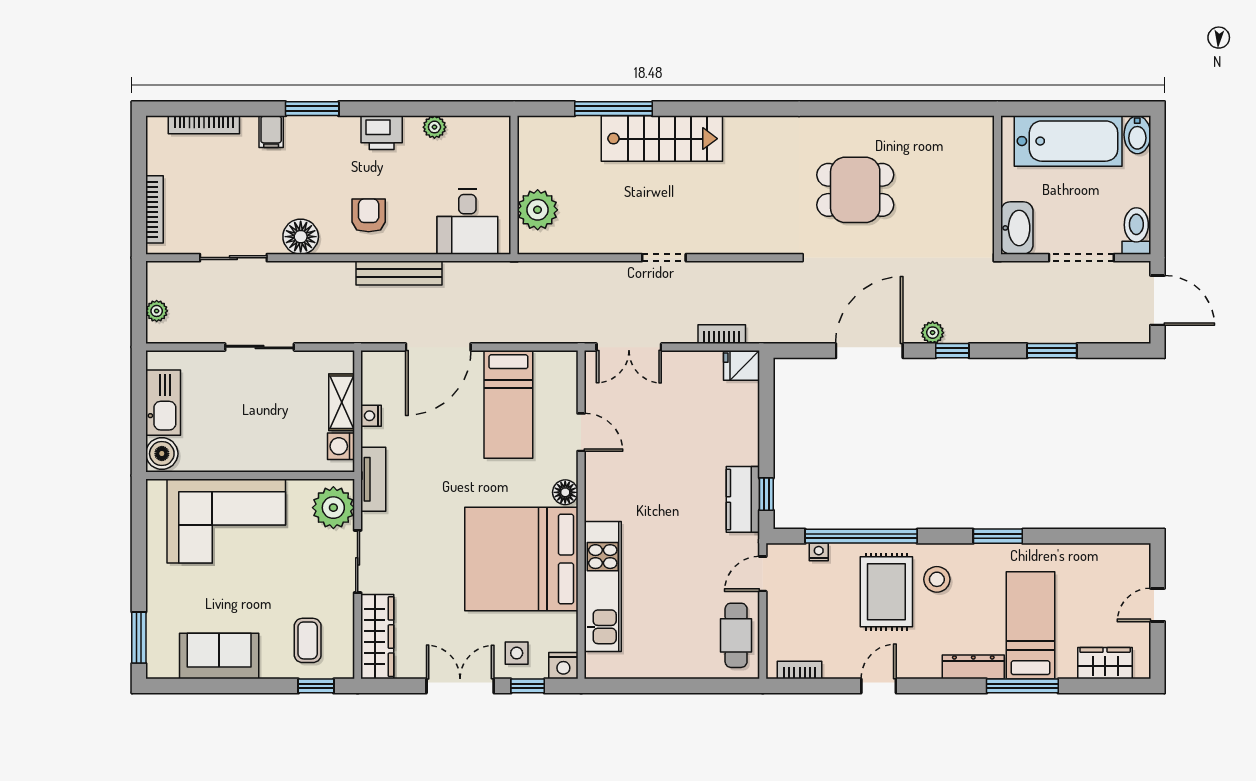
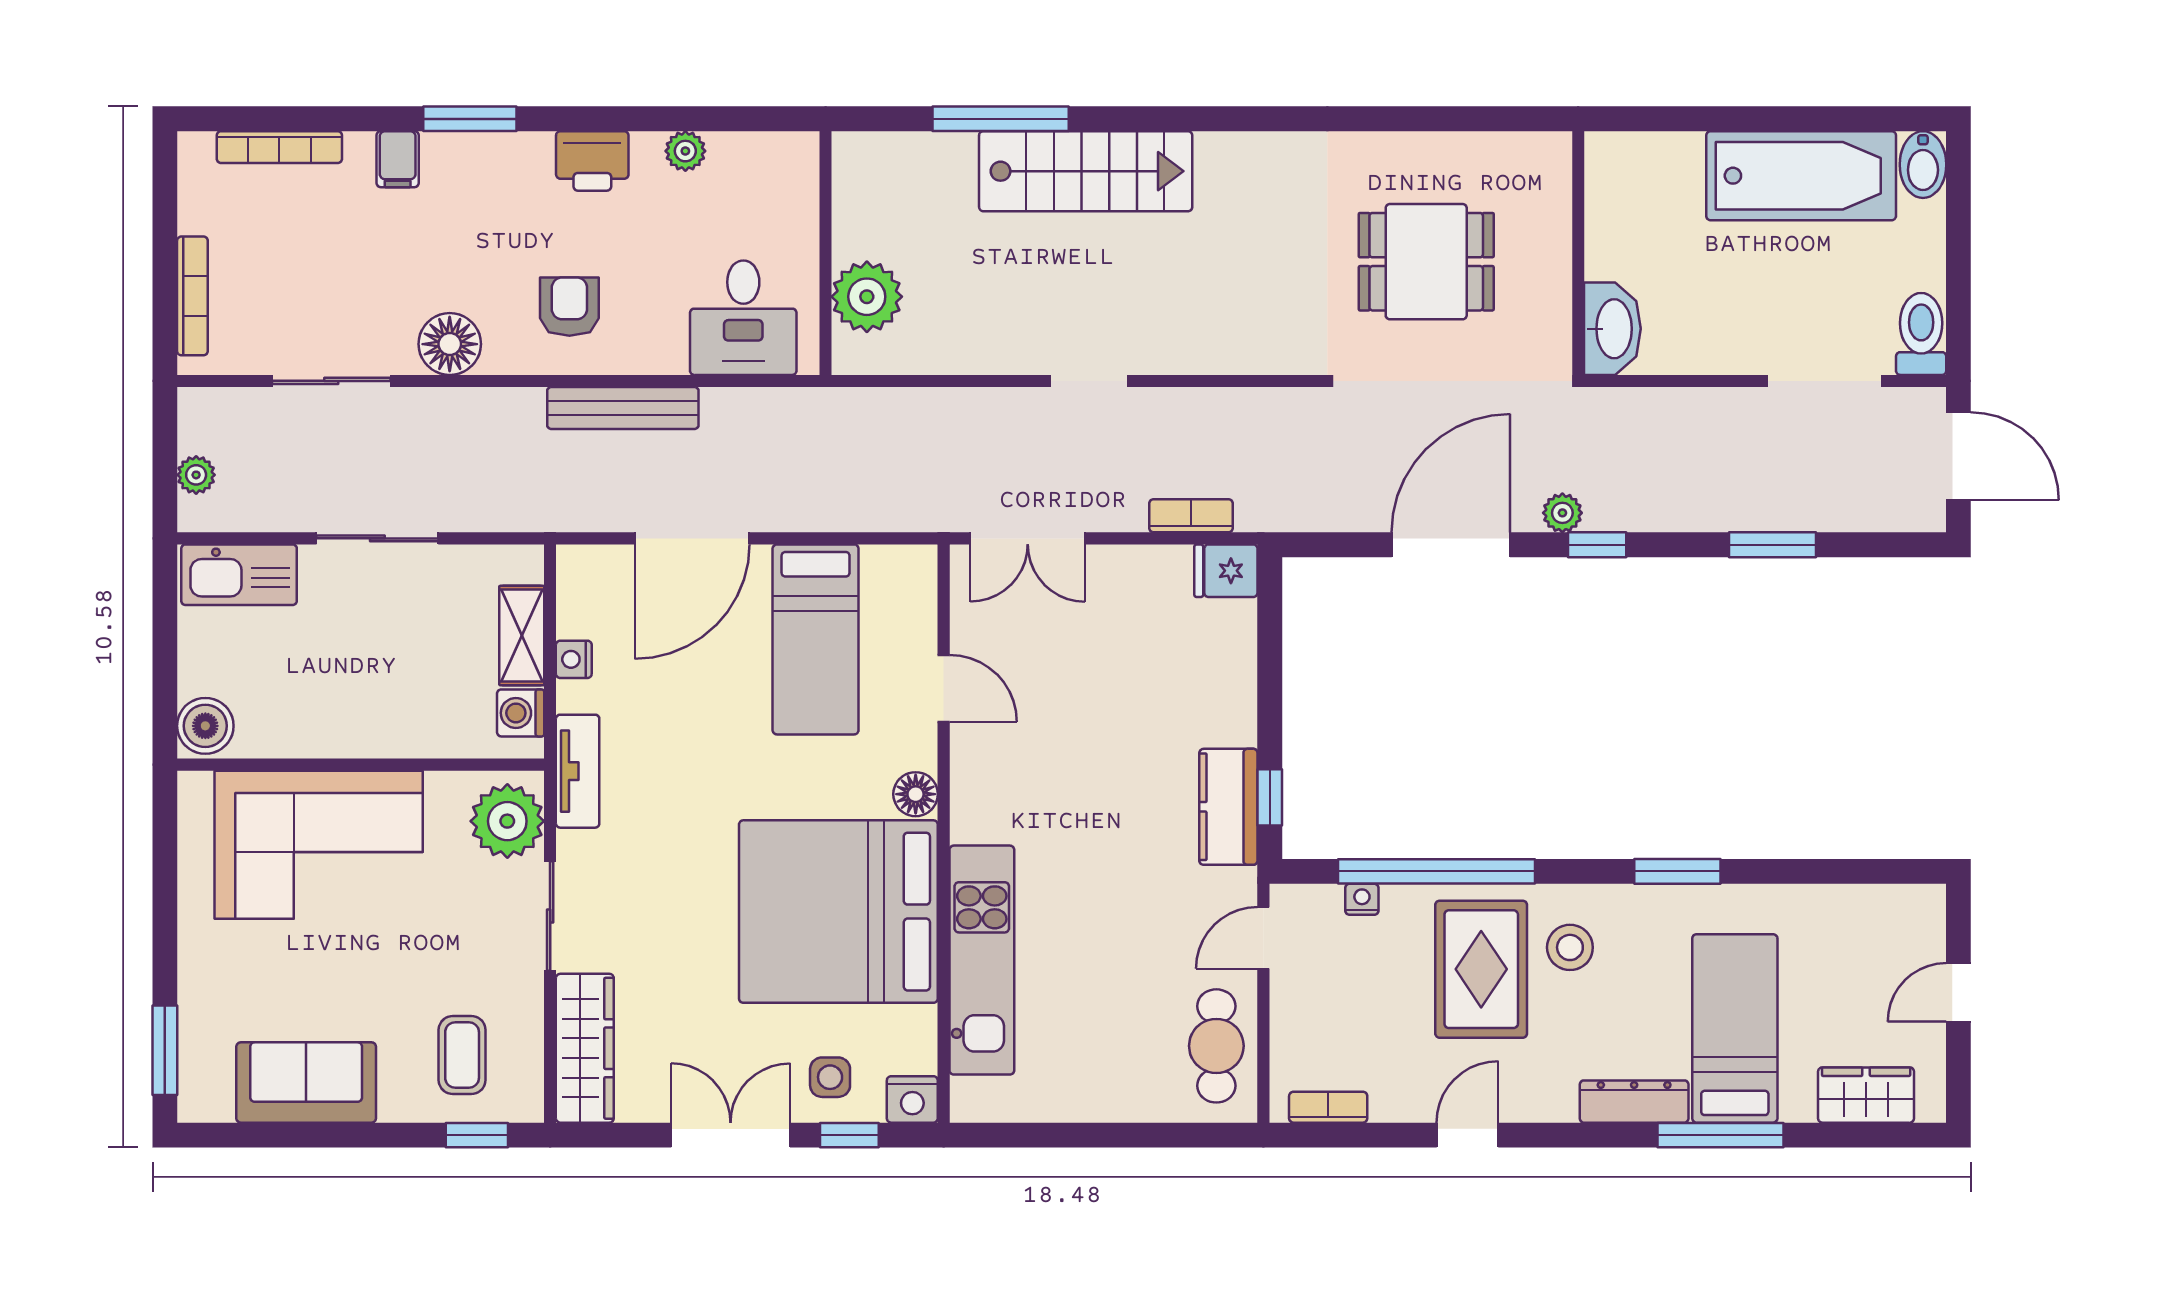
wall: (997, 185) -> (1578, 253), moved
washbasin: (1017, 228) -> (1612, 329), moved
kitchen sink: (163, 403) -> (239, 575), moved, turned 90

